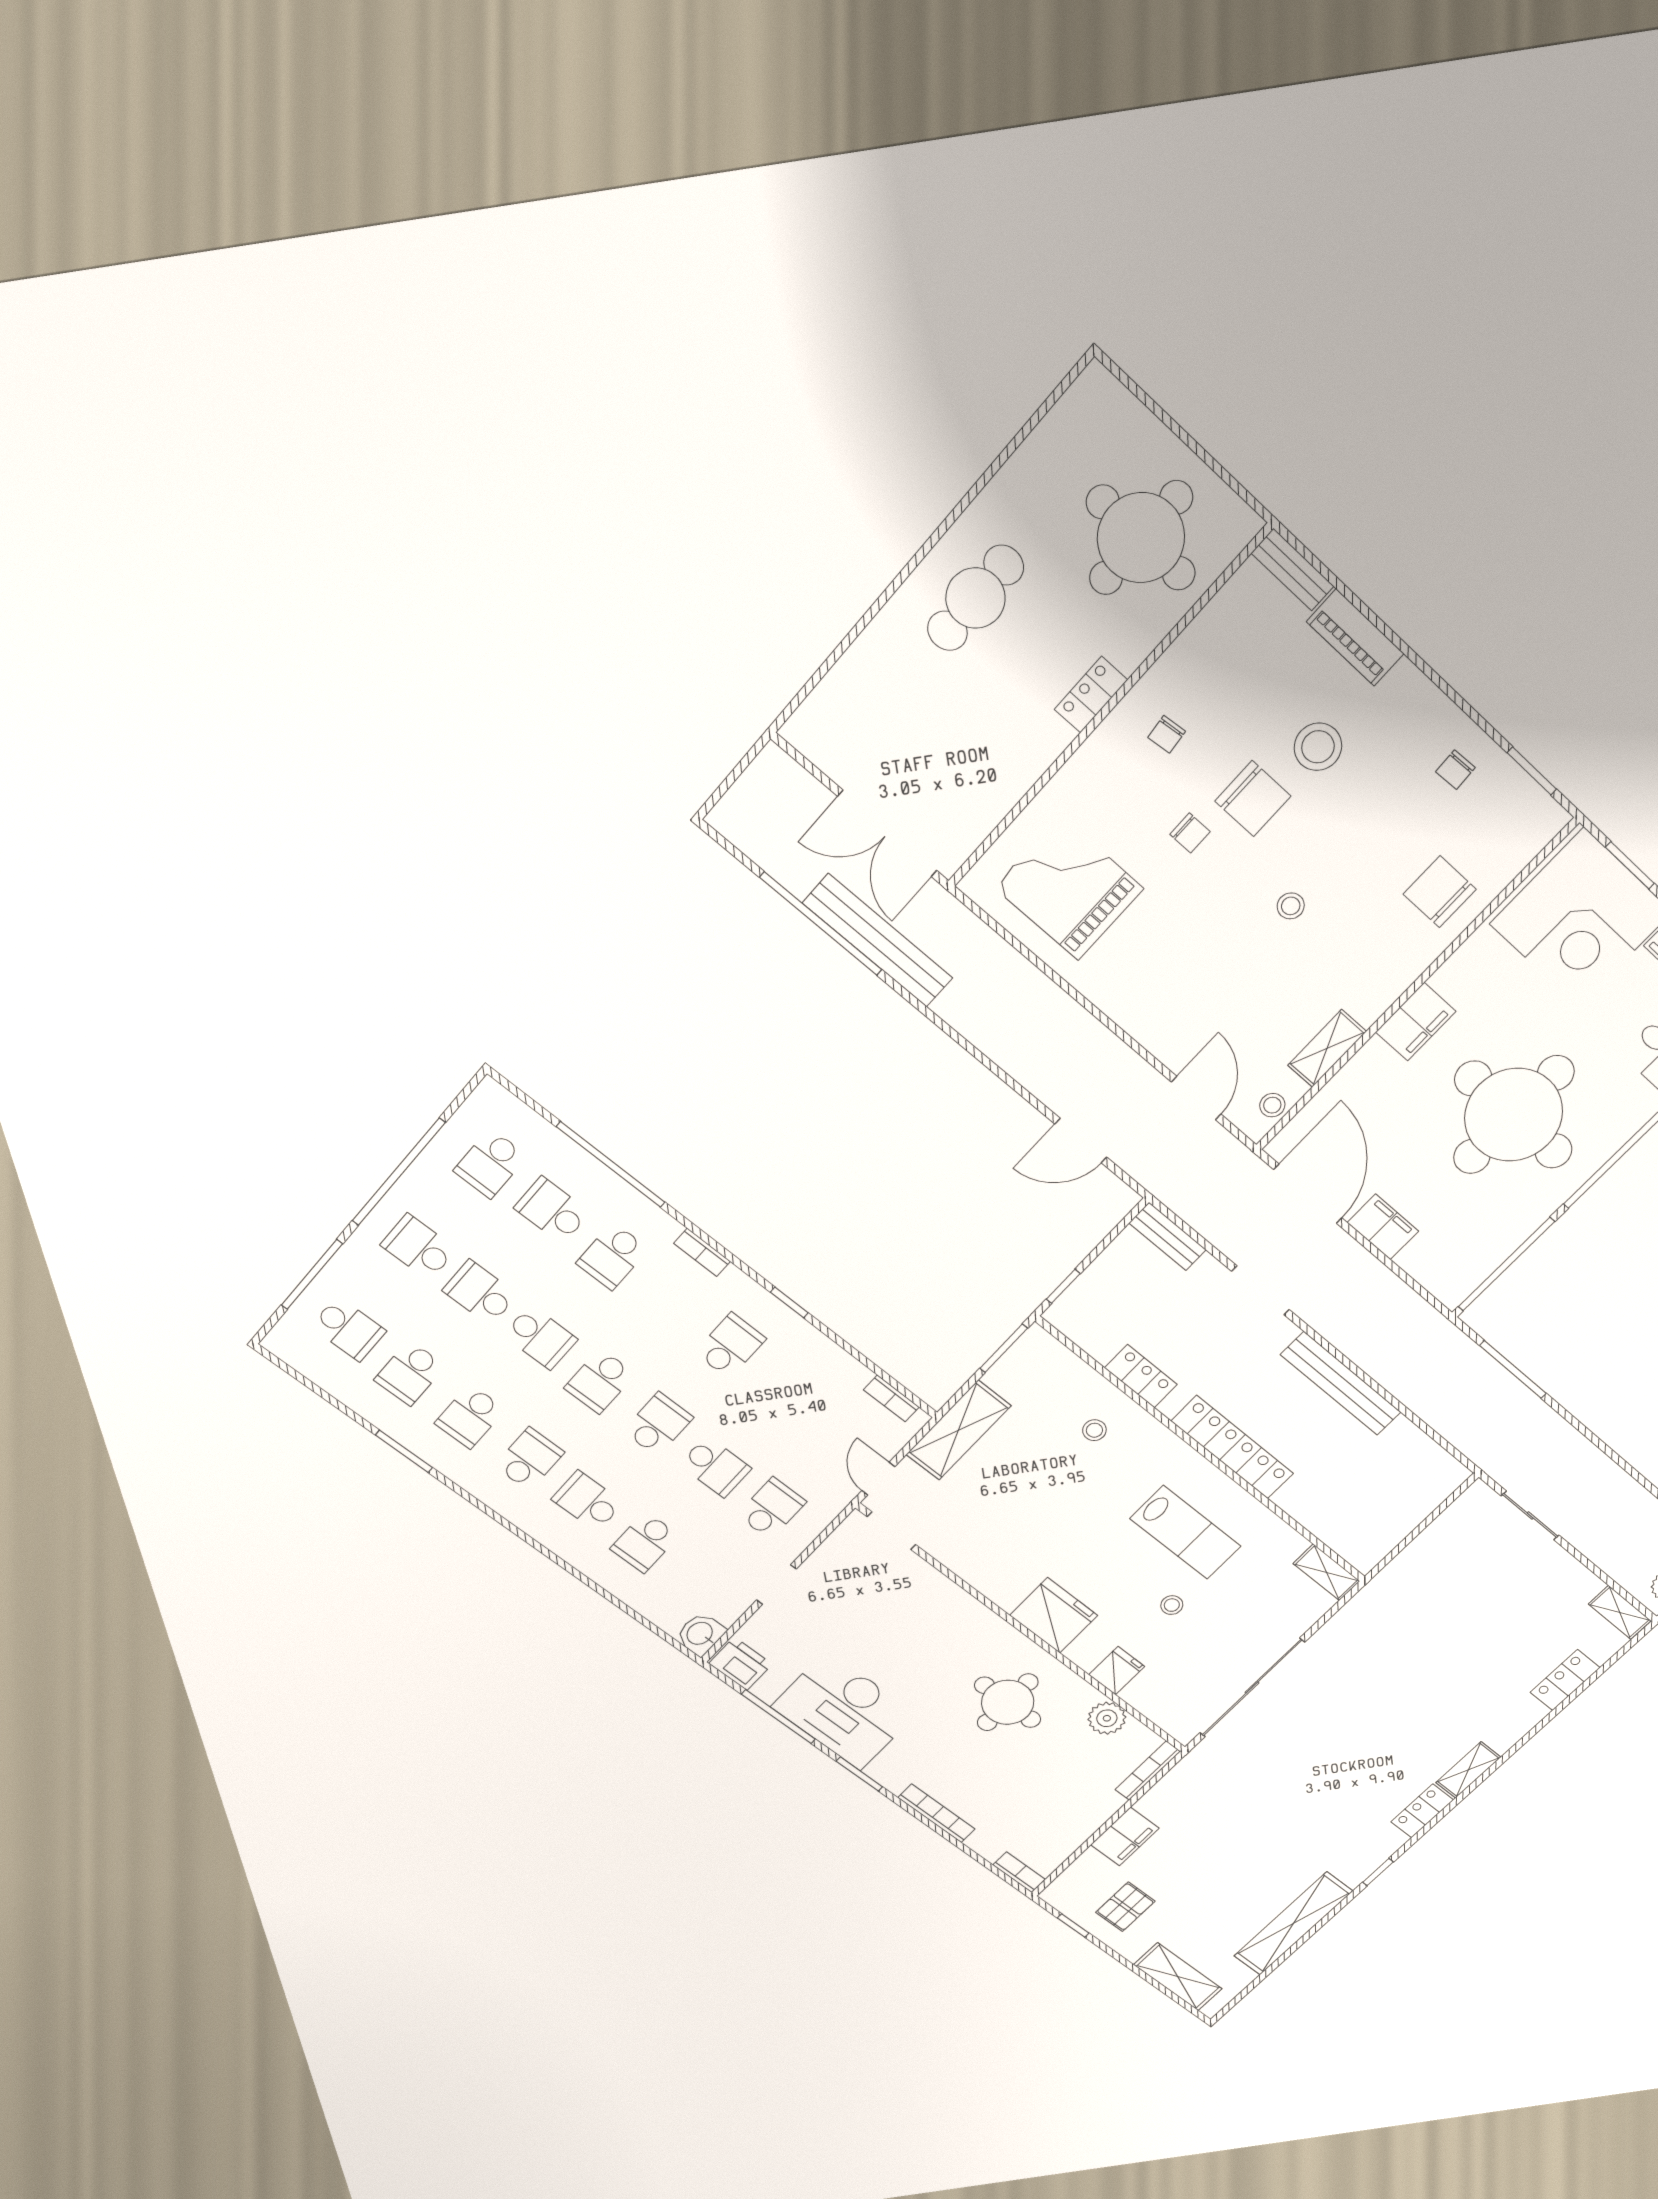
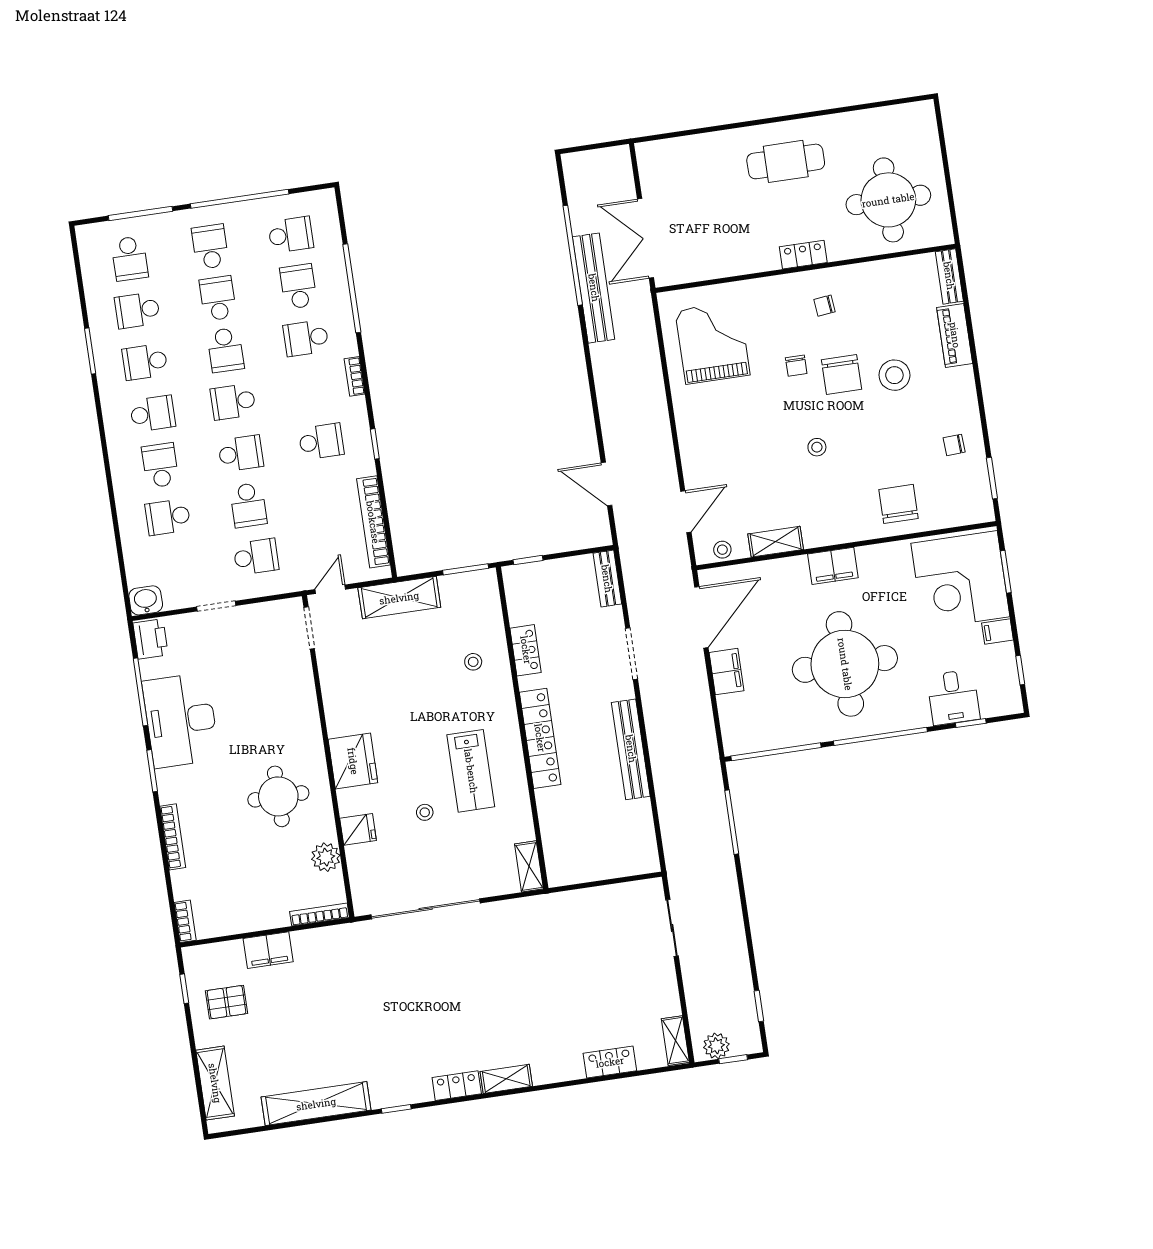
school desk: (490, 1163) -> (291, 235), turned 180
bookcase: (891, 1398) -> (373, 522), width x2.31, depth x1.31

